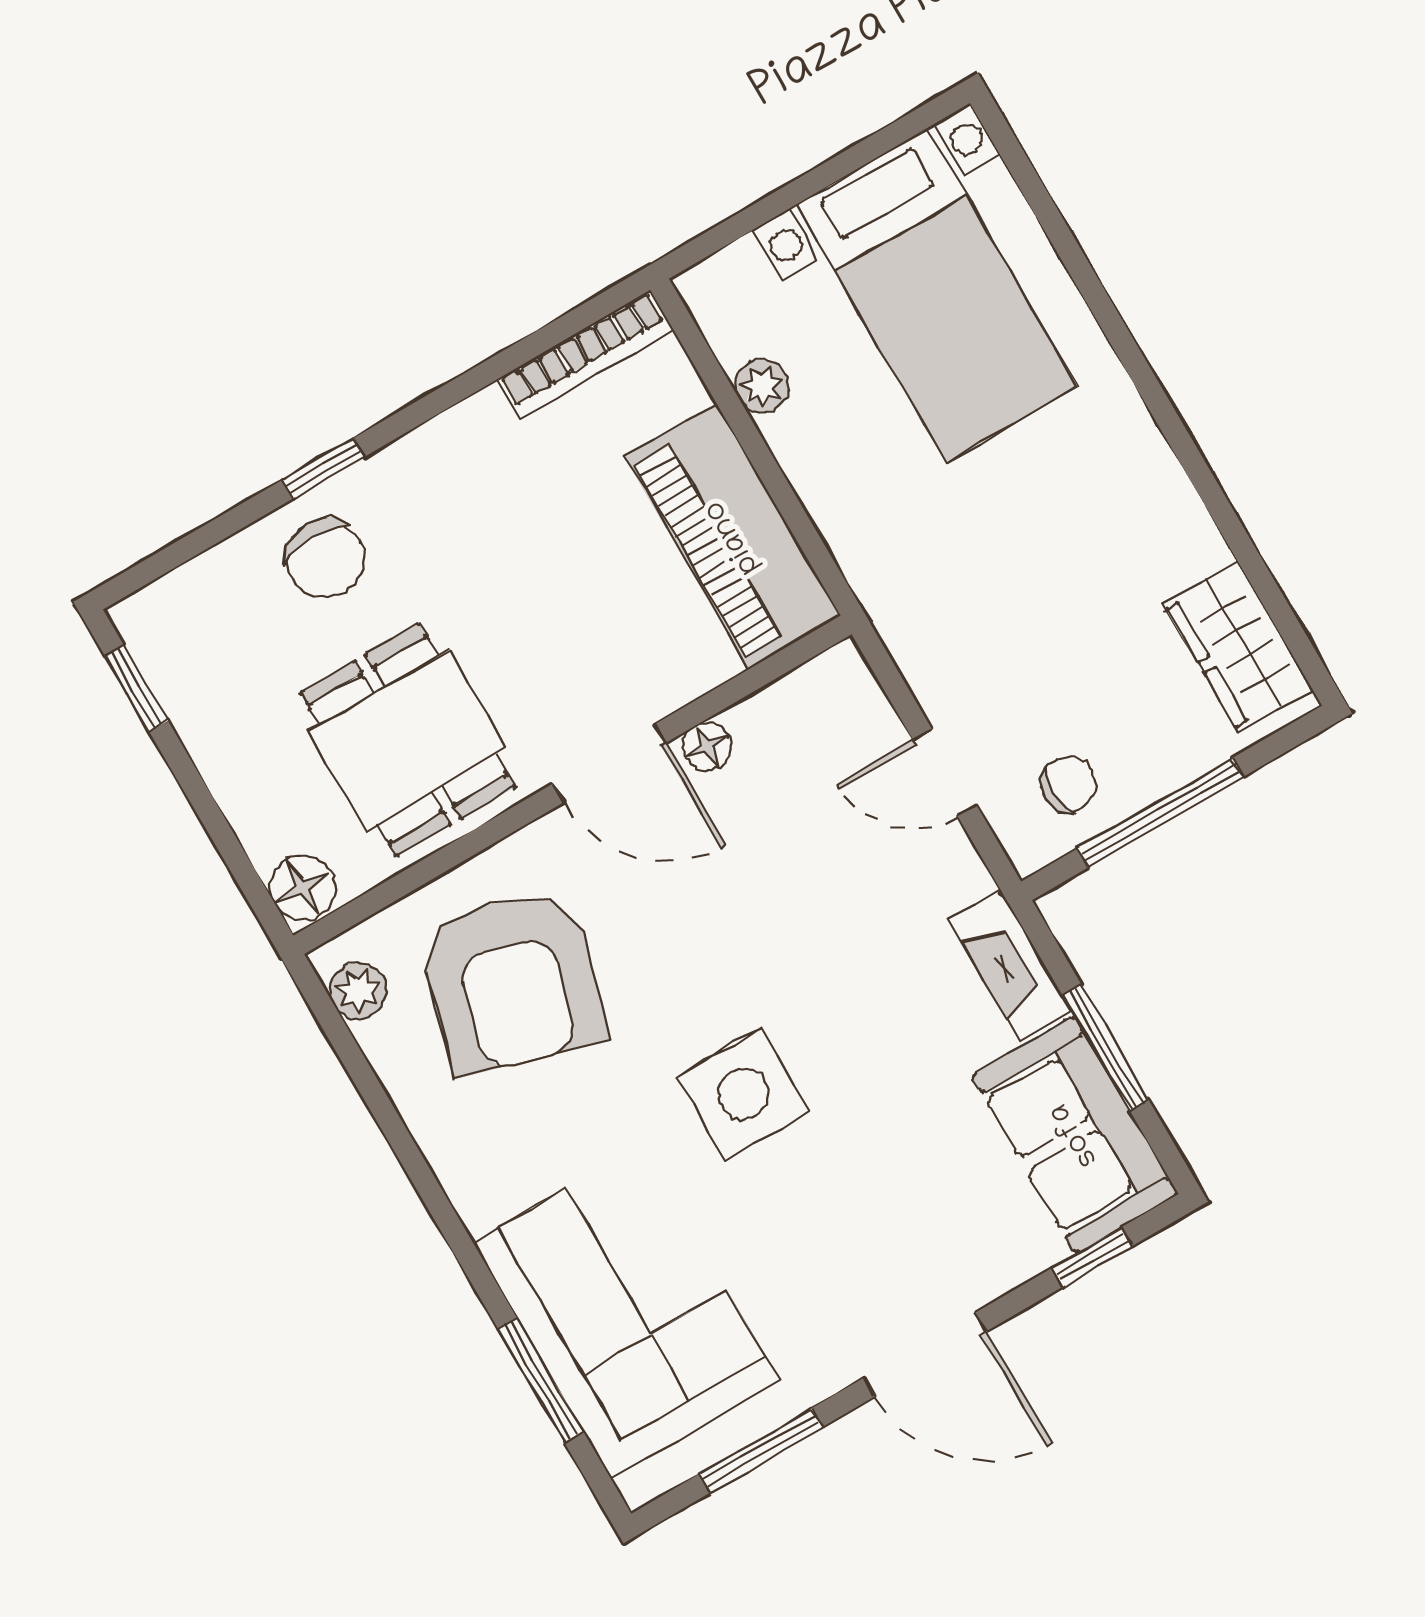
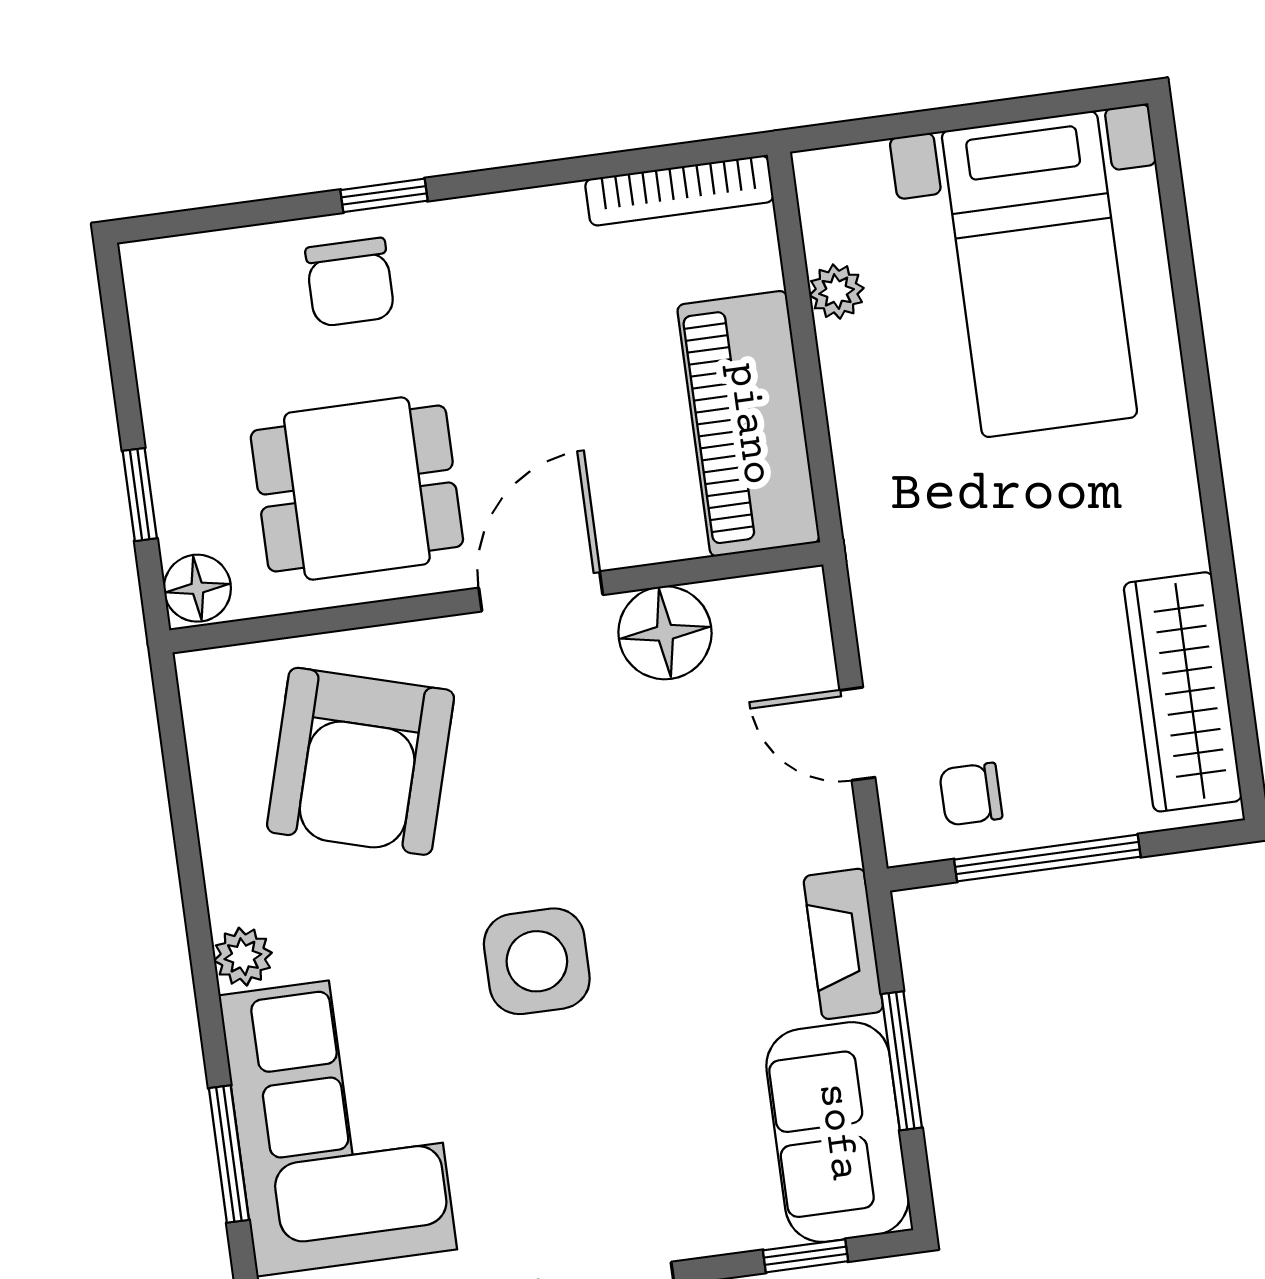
wardrobe: (1238, 647) -> (1183, 692), width x1.50
window: (136, 688) -> (140, 495), moved
dining table: (408, 740) -> (357, 488), turned 90
floor lamp: (707, 746) -> (665, 633), width x1.89, depth x1.89
door: (610, 763) -> (541, 591), swing flipped
chair: (1068, 784) -> (971, 794), turned 180
plant: (358, 991) -> (243, 957), moved

